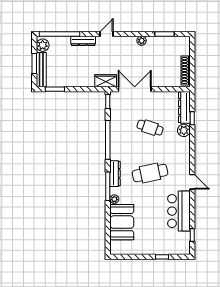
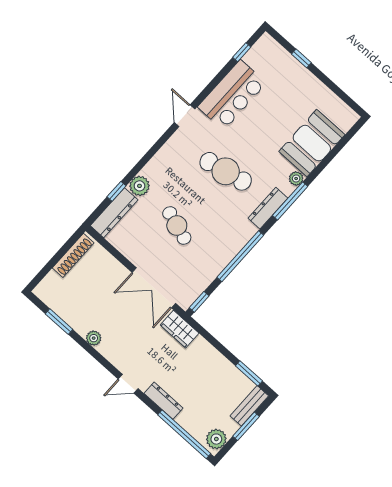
bench: (41, 70) -> (249, 406), width x0.73

